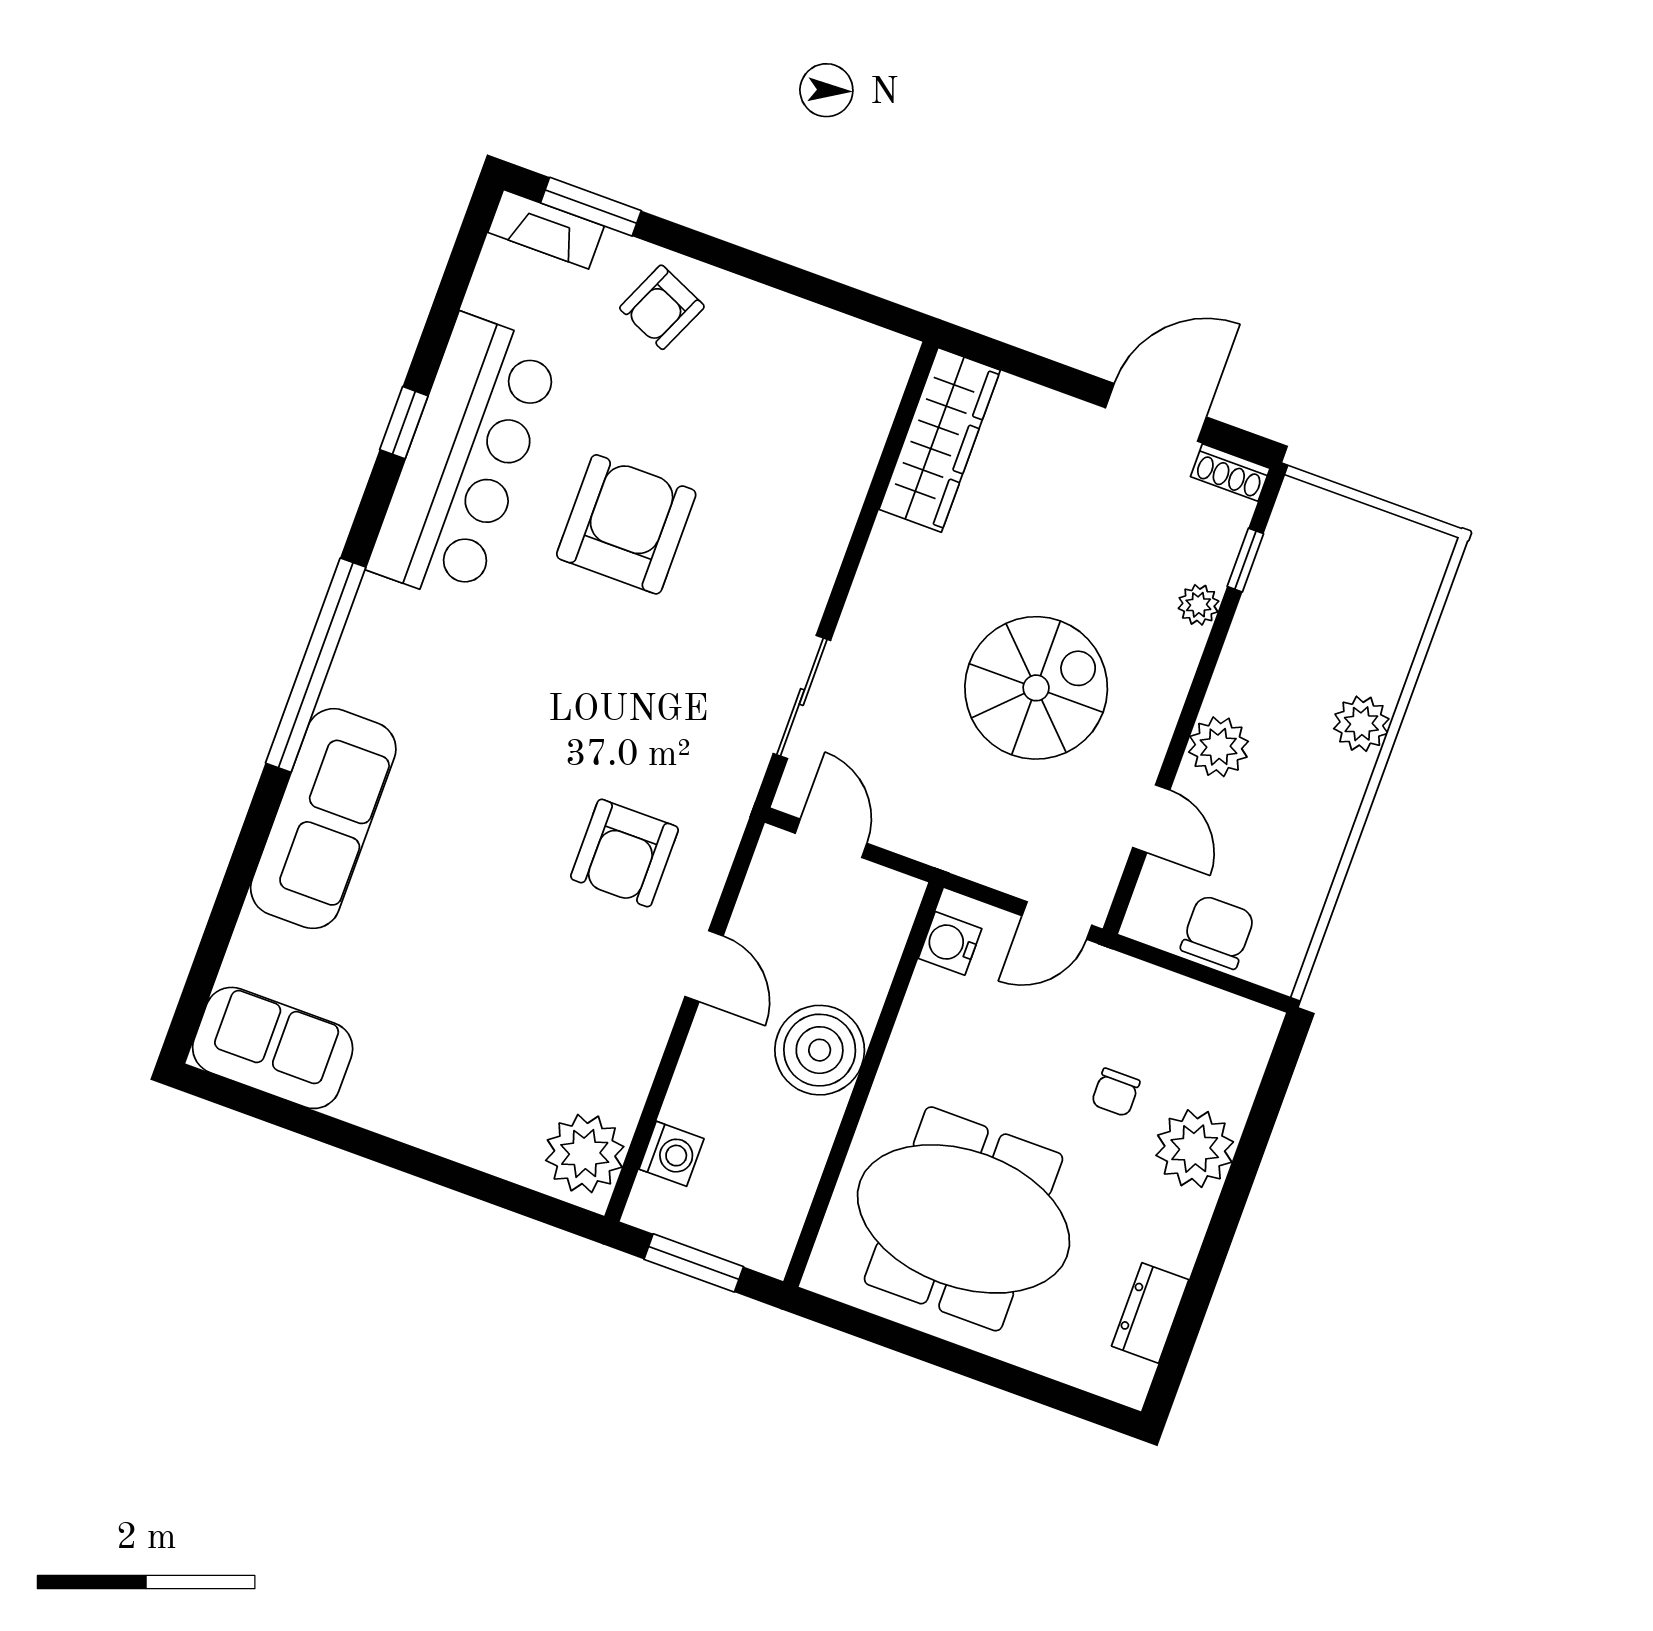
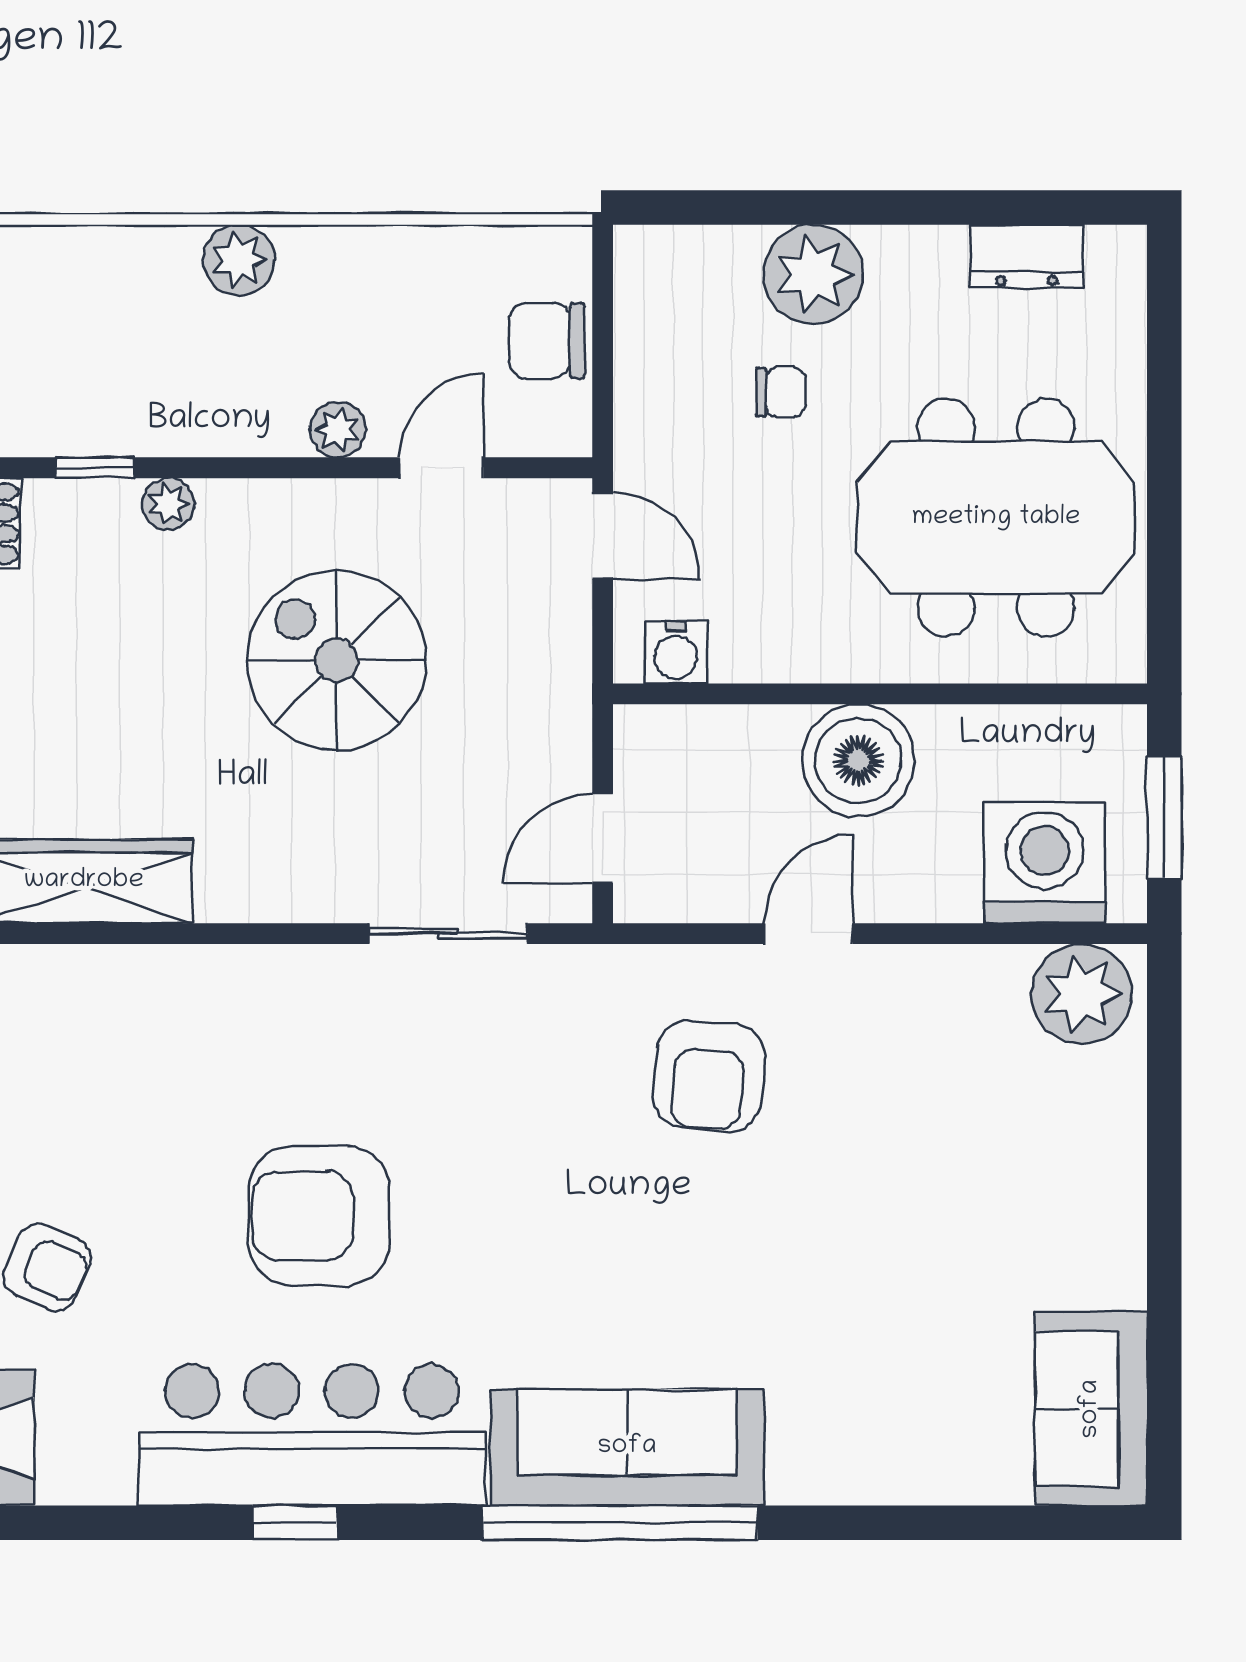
plant: (1219, 747) -> (338, 430), width x0.73, depth x0.73
sofa: (323, 819) -> (627, 1447), moved
armchair: (625, 853) -> (709, 1076), turned 96
washing machine: (671, 1154) -> (1045, 863), width x1.89, depth x1.89
meeting table: (963, 1219) -> (996, 518), turned 90

